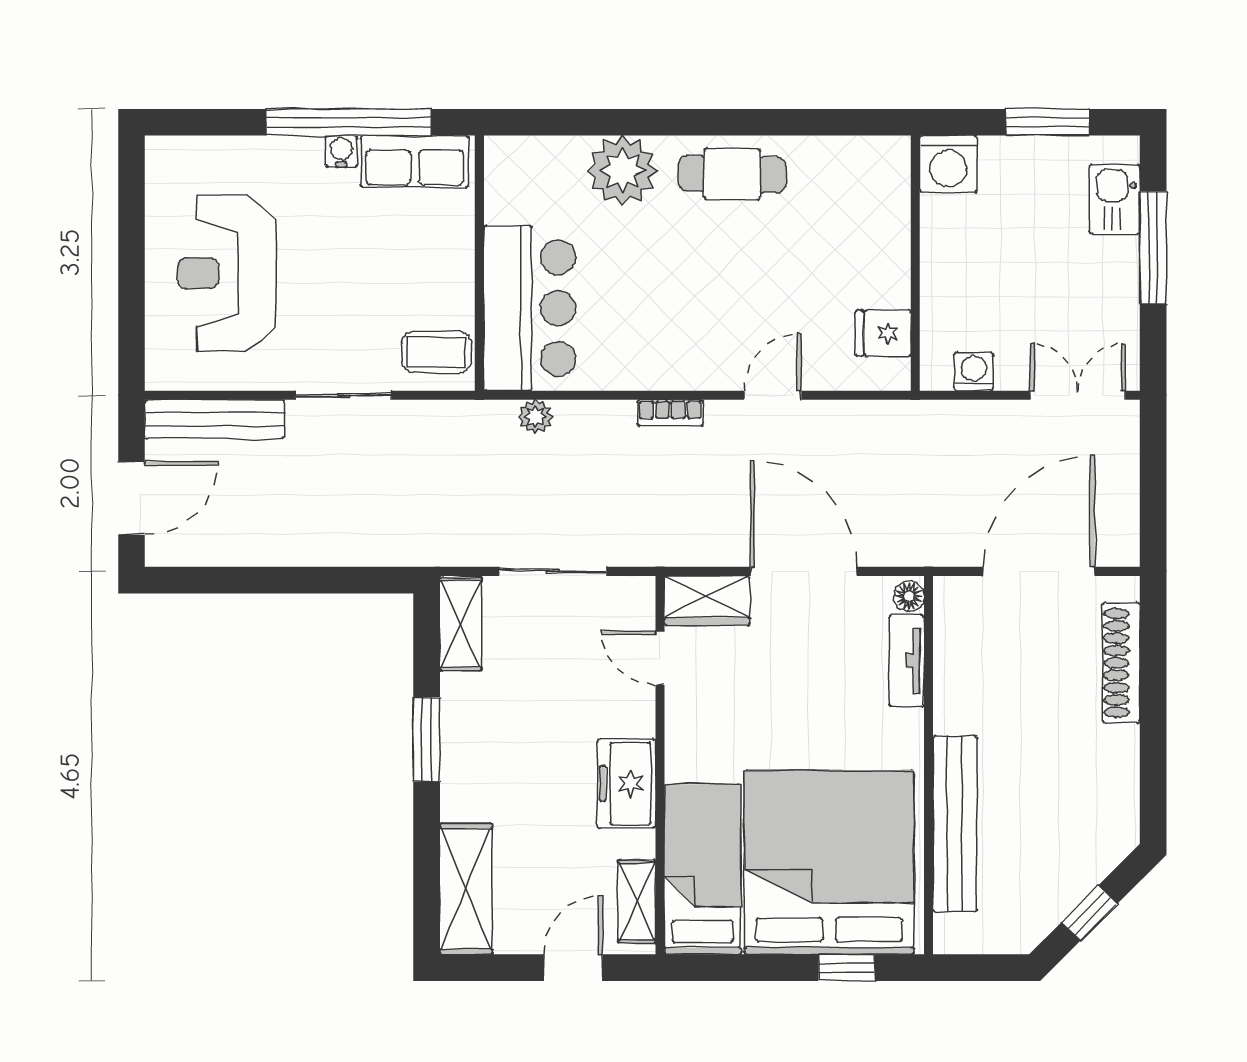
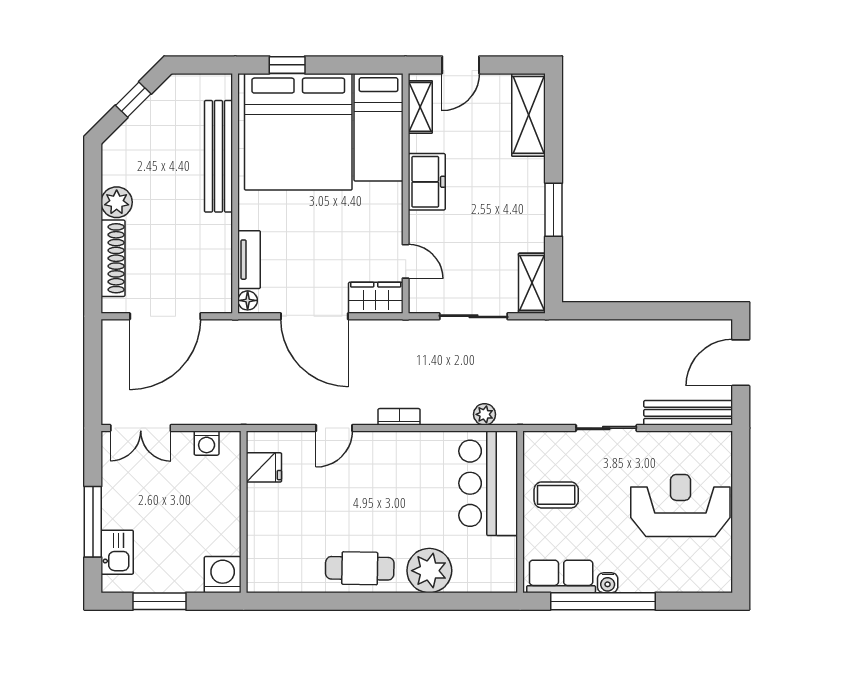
reception desk: (227, 273) -> (680, 505), turned -90
coffee table: (436, 352) -> (556, 495), moved
plant: (1116, 751) -> (117, 202), added

